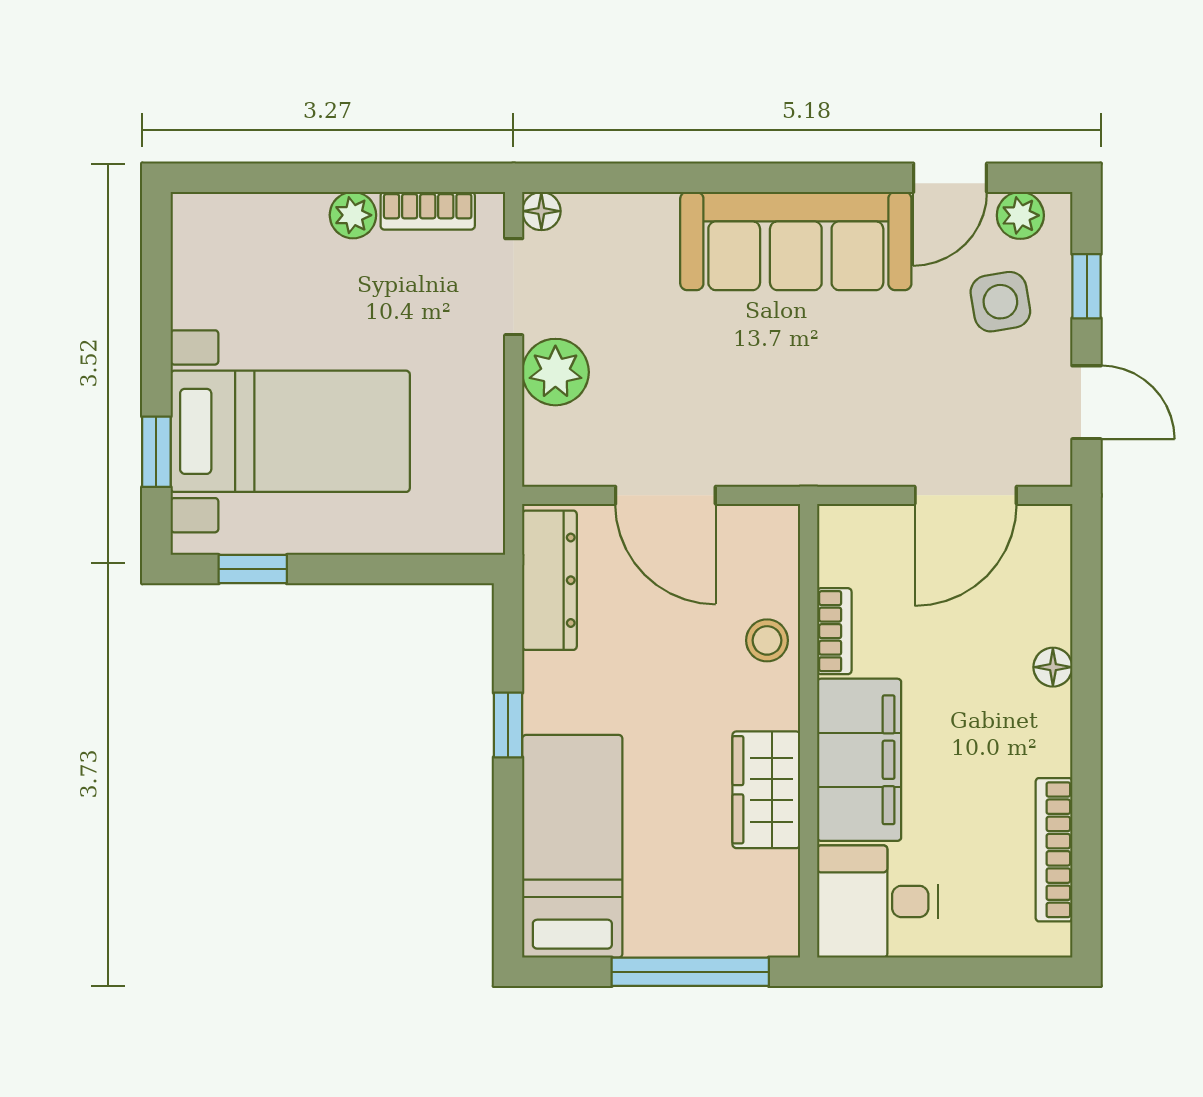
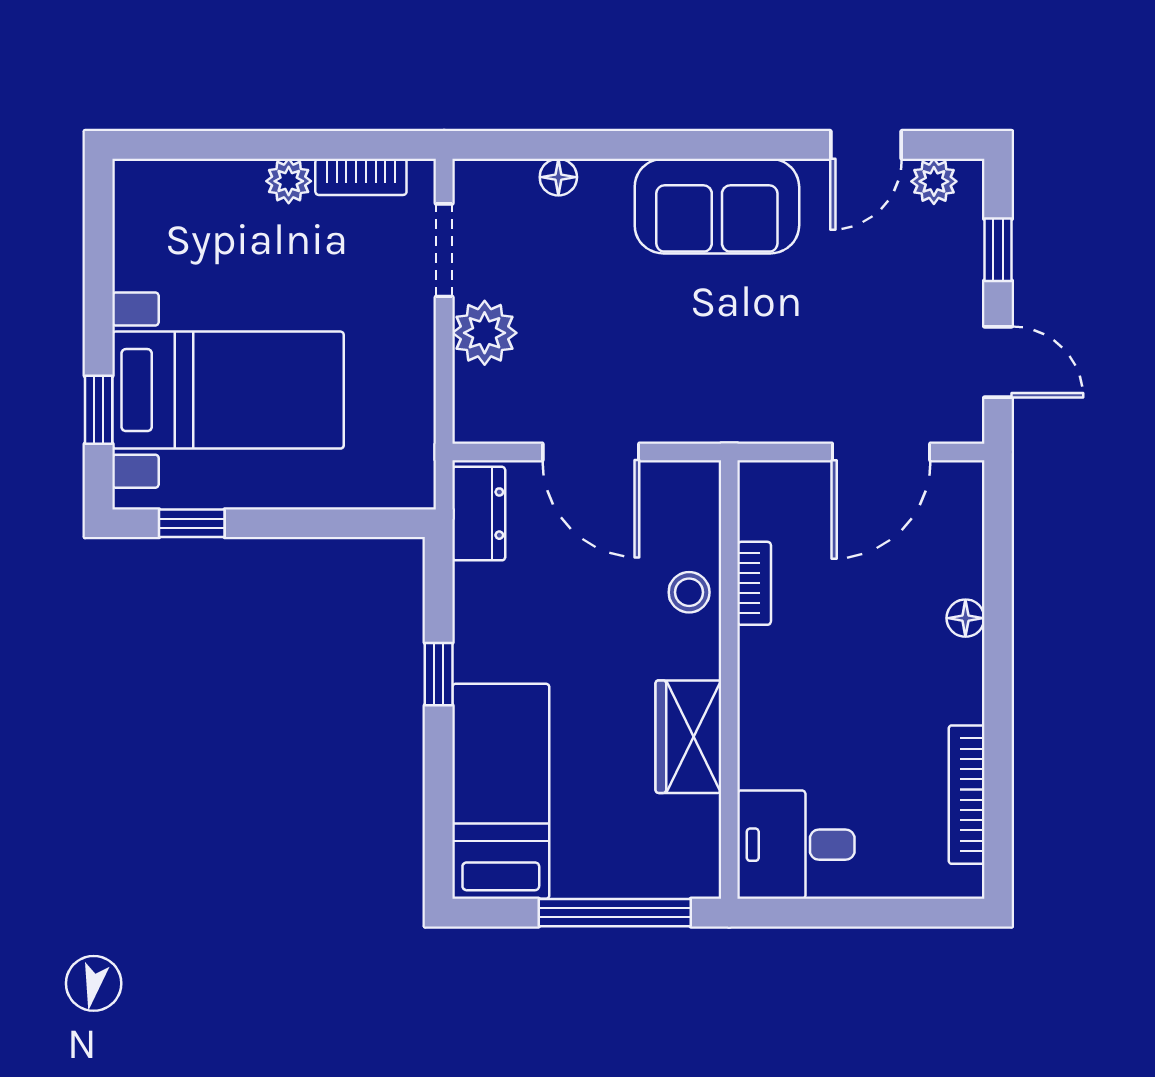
floor lamp: (541, 211) -> (558, 177), moved
sofa: (796, 241) -> (717, 206), width x0.73
side table: (1000, 302) -> (915, 265), removed
dresser: (549, 580) -> (479, 514), width x0.70
filing cabinet: (859, 760) -> (778, 708), removed

